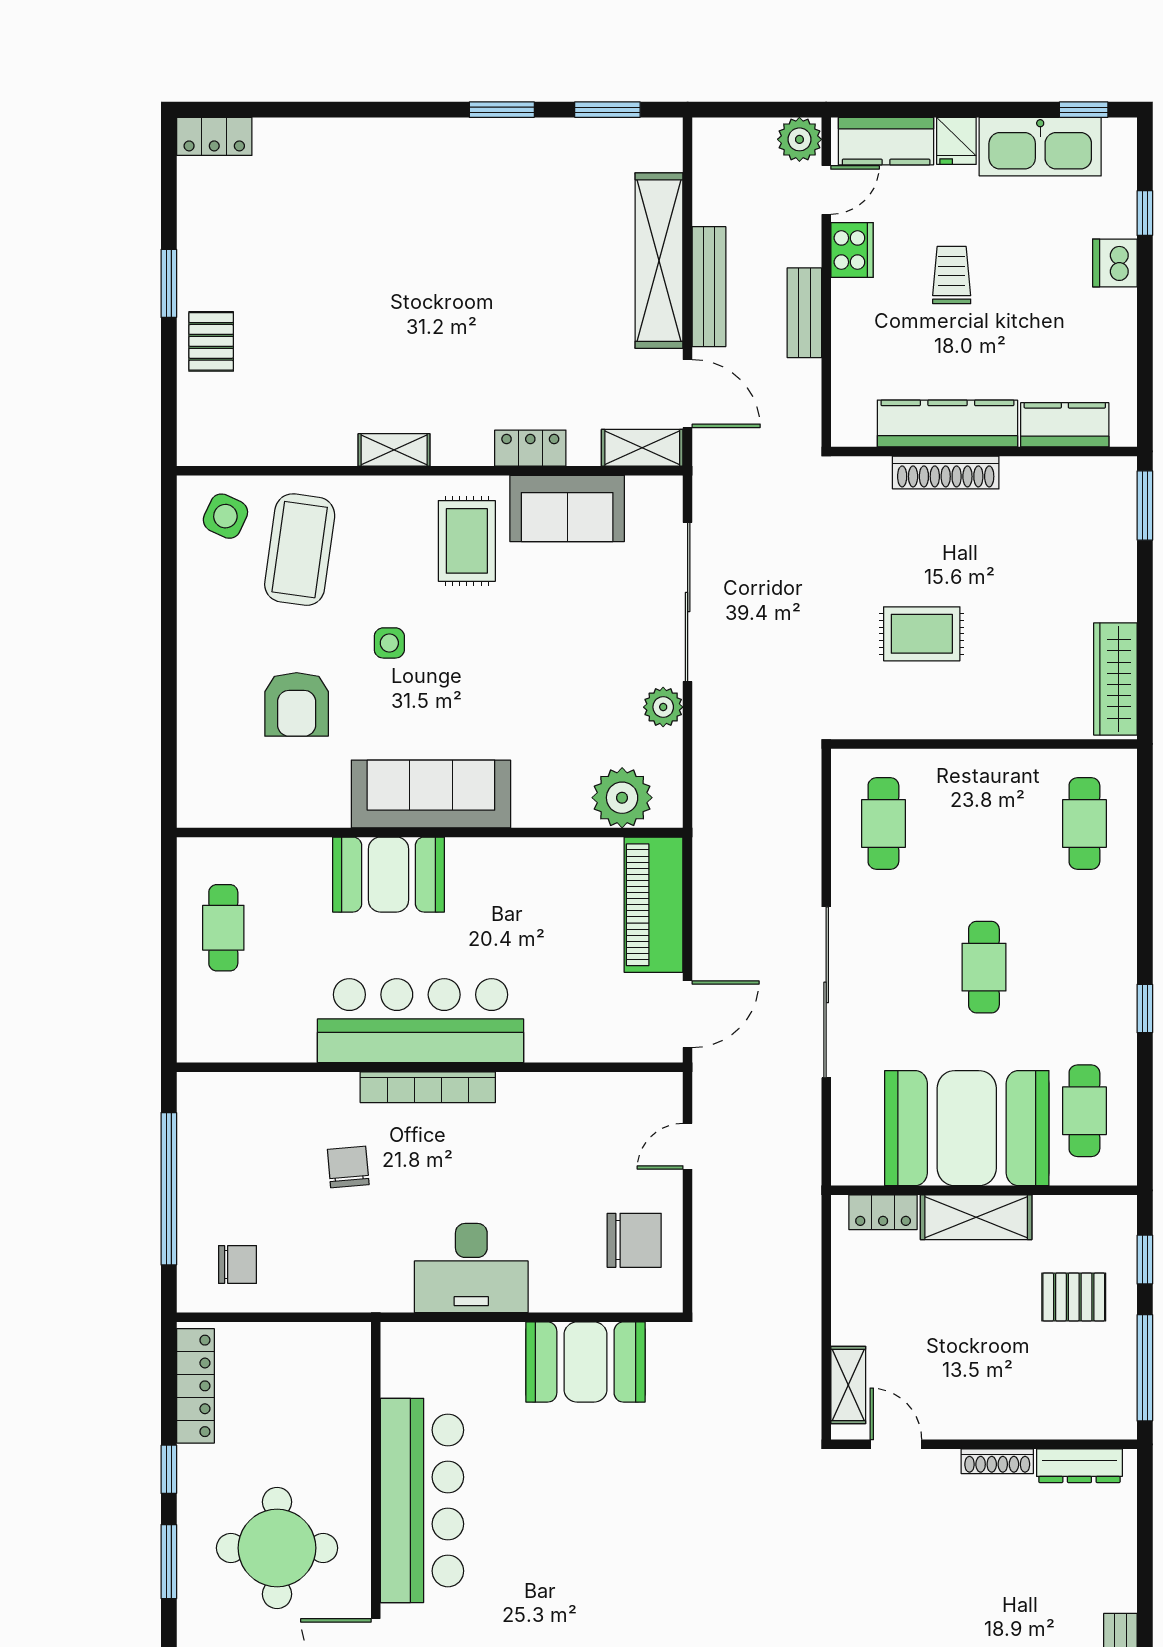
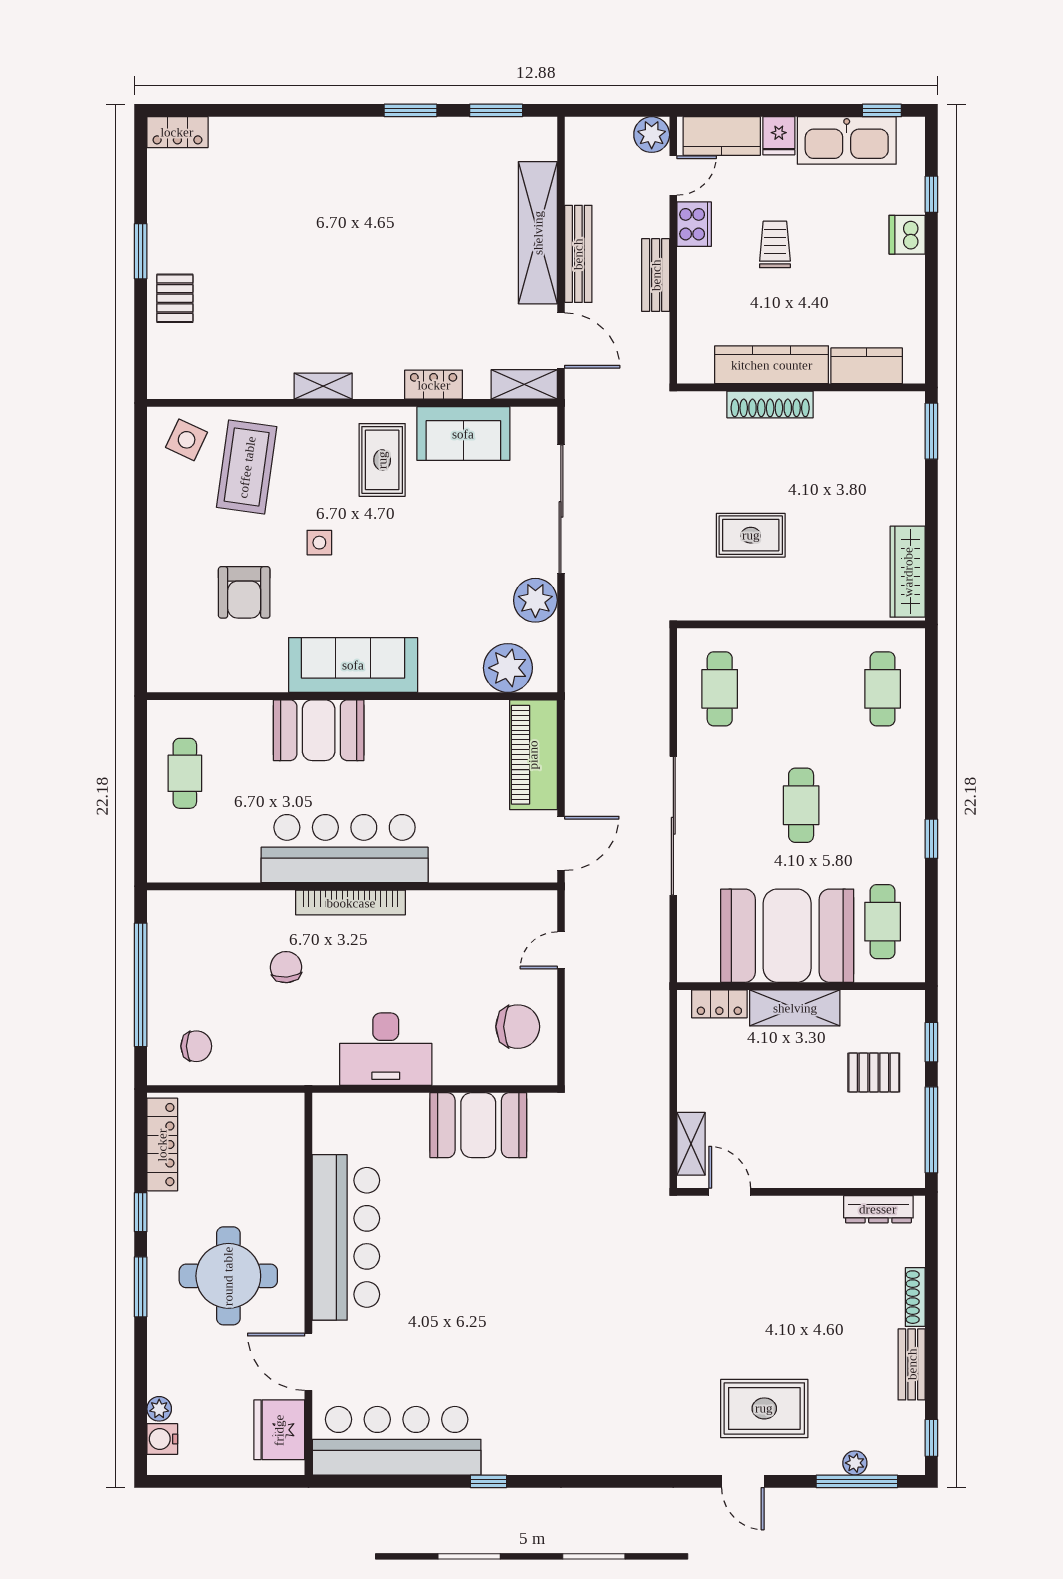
plant: (663, 707) -> (535, 600), width x1.36, depth x1.36
shoe rack: (997, 1461) -> (915, 1297), moved, turned 90

